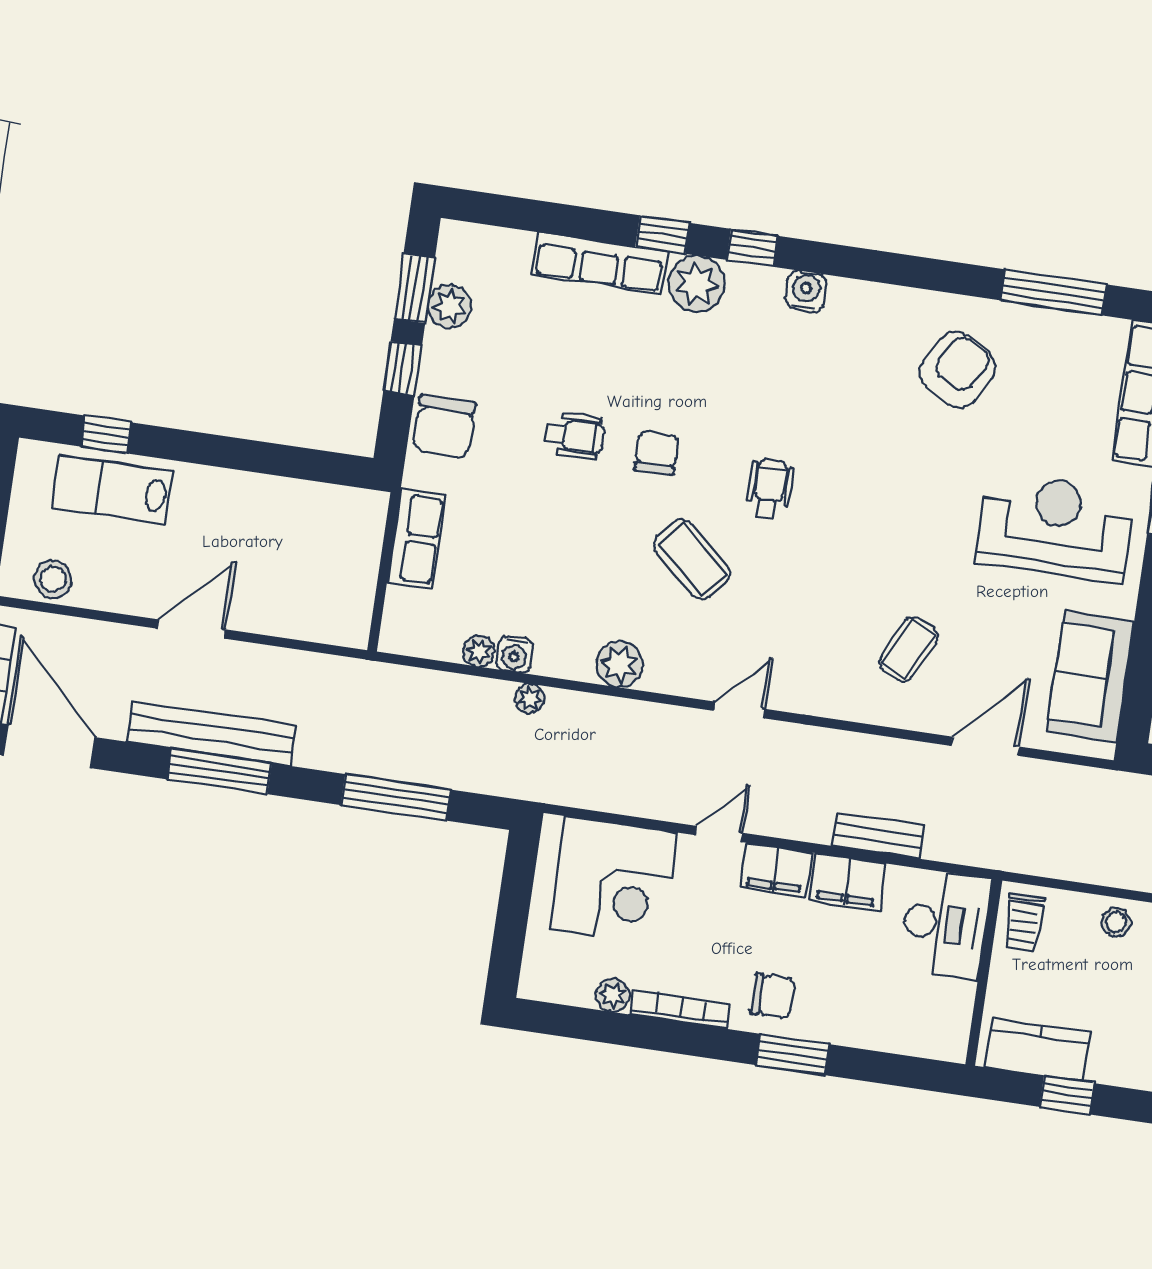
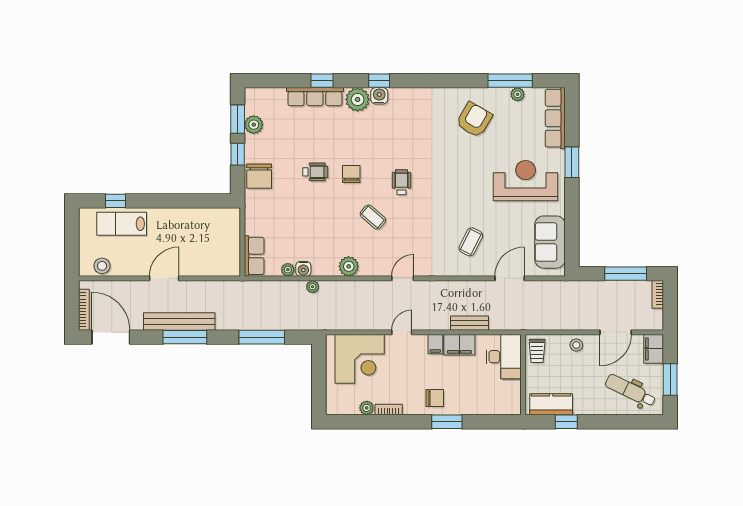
window: (663, 235) -> (322, 81), moved
water cooler: (806, 291) -> (379, 96), moved
plant: (1066, 326) -> (518, 94), added
row of seats: (416, 539) -> (254, 256), moved
coffee table: (692, 559) -> (373, 217), width x0.73, depth x0.77
filing cabinet: (776, 870) -> (435, 344), width x0.50
bookcase: (680, 1009) -> (389, 410), width x0.64

